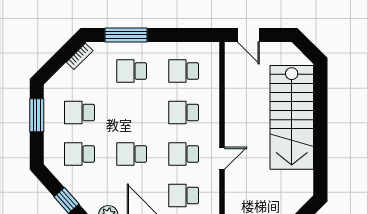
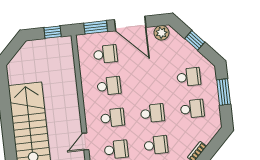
window: (37, 115) -> (224, 92), moved
school desk: (132, 154) -> (152, 113), moved
door: (222, 158) -> (85, 142), moved

